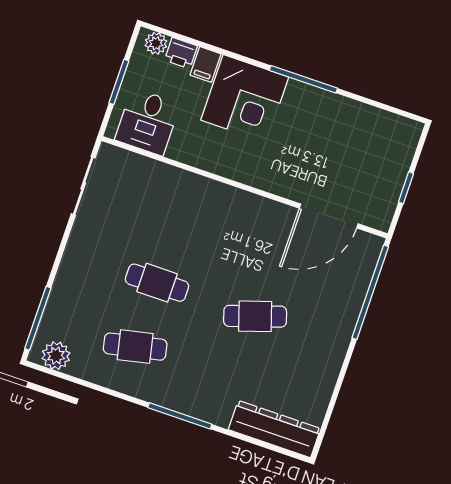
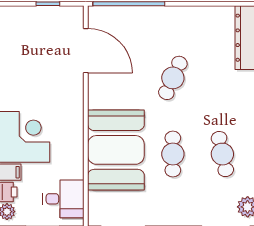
booth: (187, 211) -> (116, 150), added
cafe table: (255, 316) -> (173, 78), turned 42

